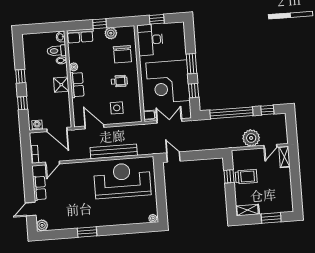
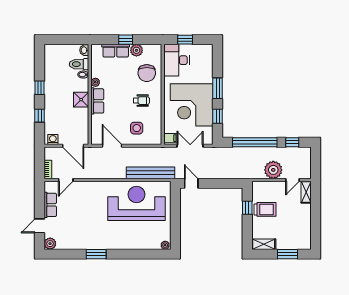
row of seats: (80, 36) -> (116, 51), moved
bench: (114, 151) -> (151, 173), moved

